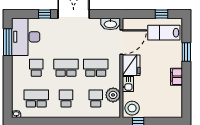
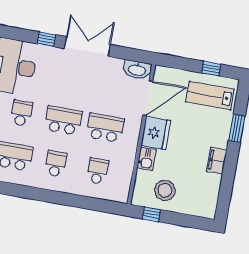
plant: (113, 95) -> (123, 170), removed
stool: (132, 108) -> (165, 190), moved

